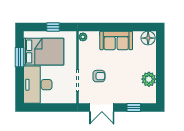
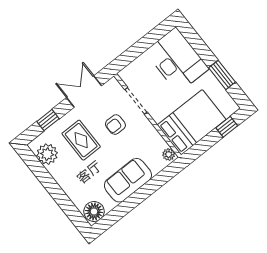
window: (53, 27) -> (227, 127), moved
bed: (44, 52) -> (192, 122), moved, turned 180
plant: (149, 79) -> (47, 154), moved
rug: (124, 82) -> (81, 140), added

